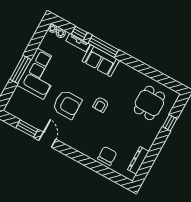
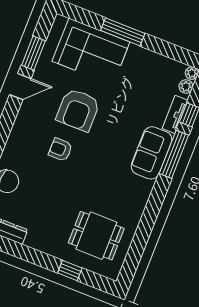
corner sofa: (40, 74) -> (91, 52), moved
armchair: (101, 105) -> (60, 150), moved

